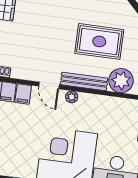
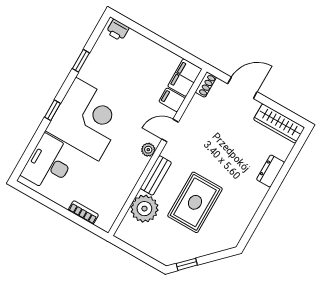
bench: (84, 81) -> (156, 175), width x0.73

